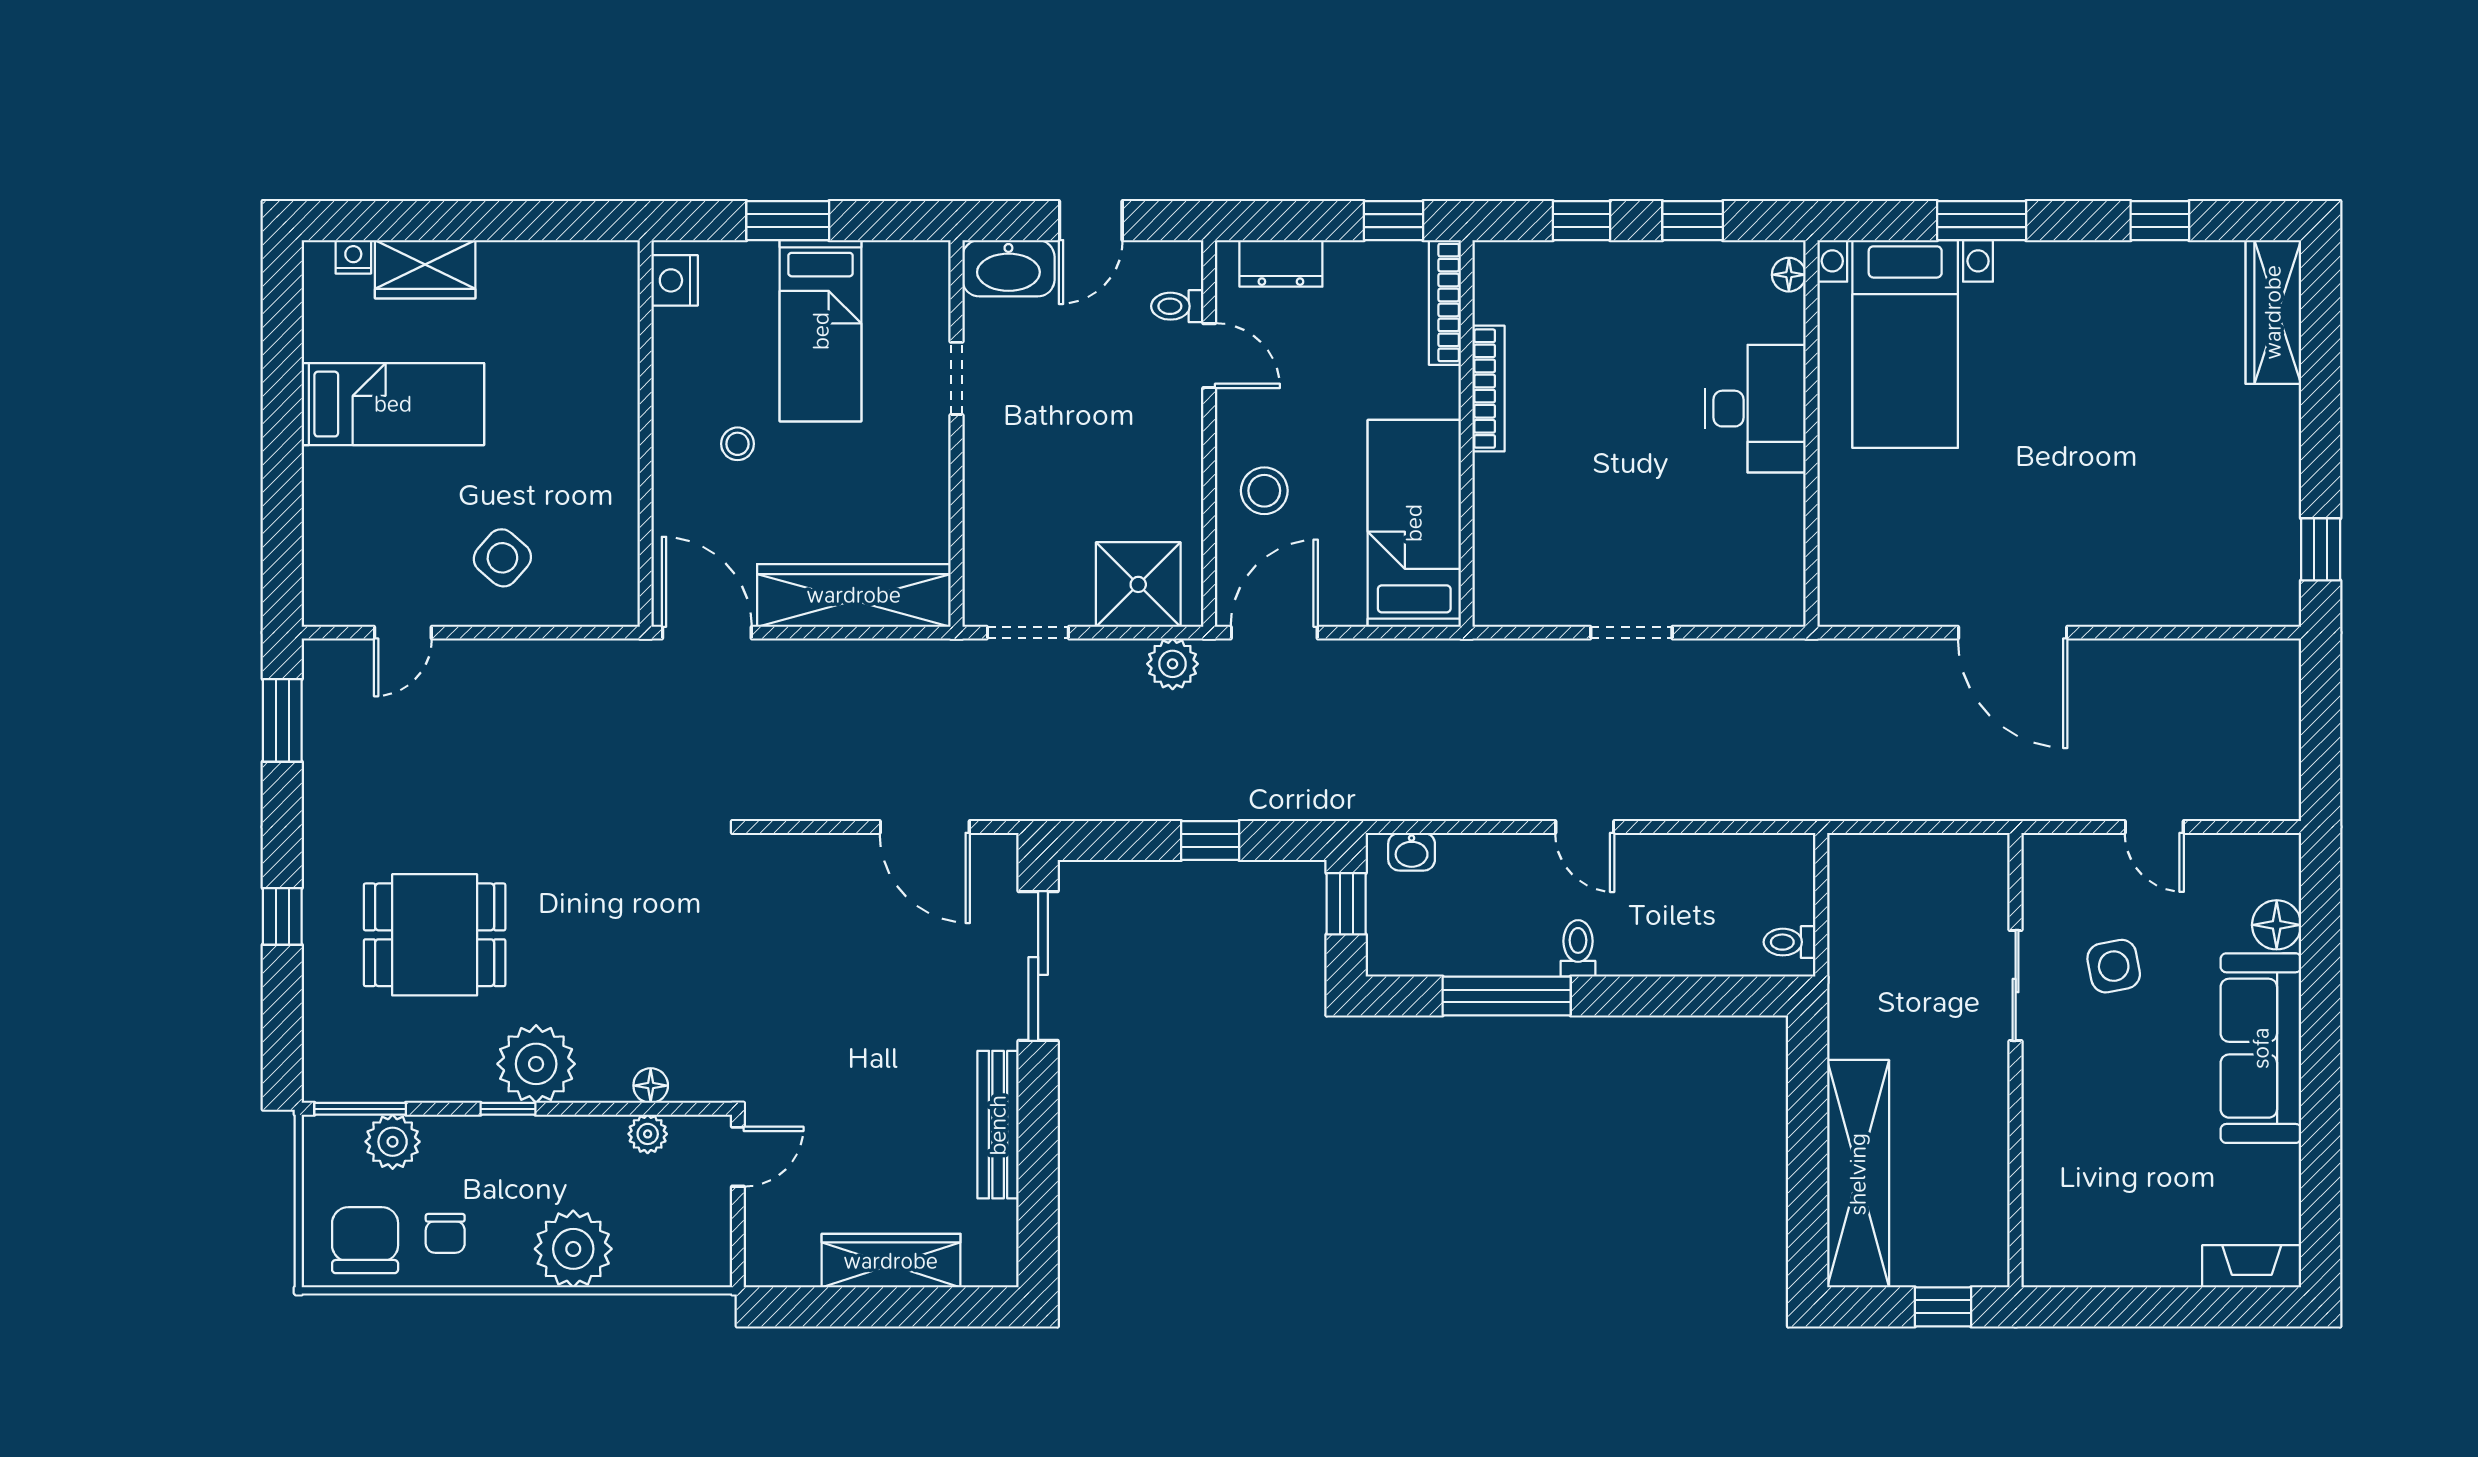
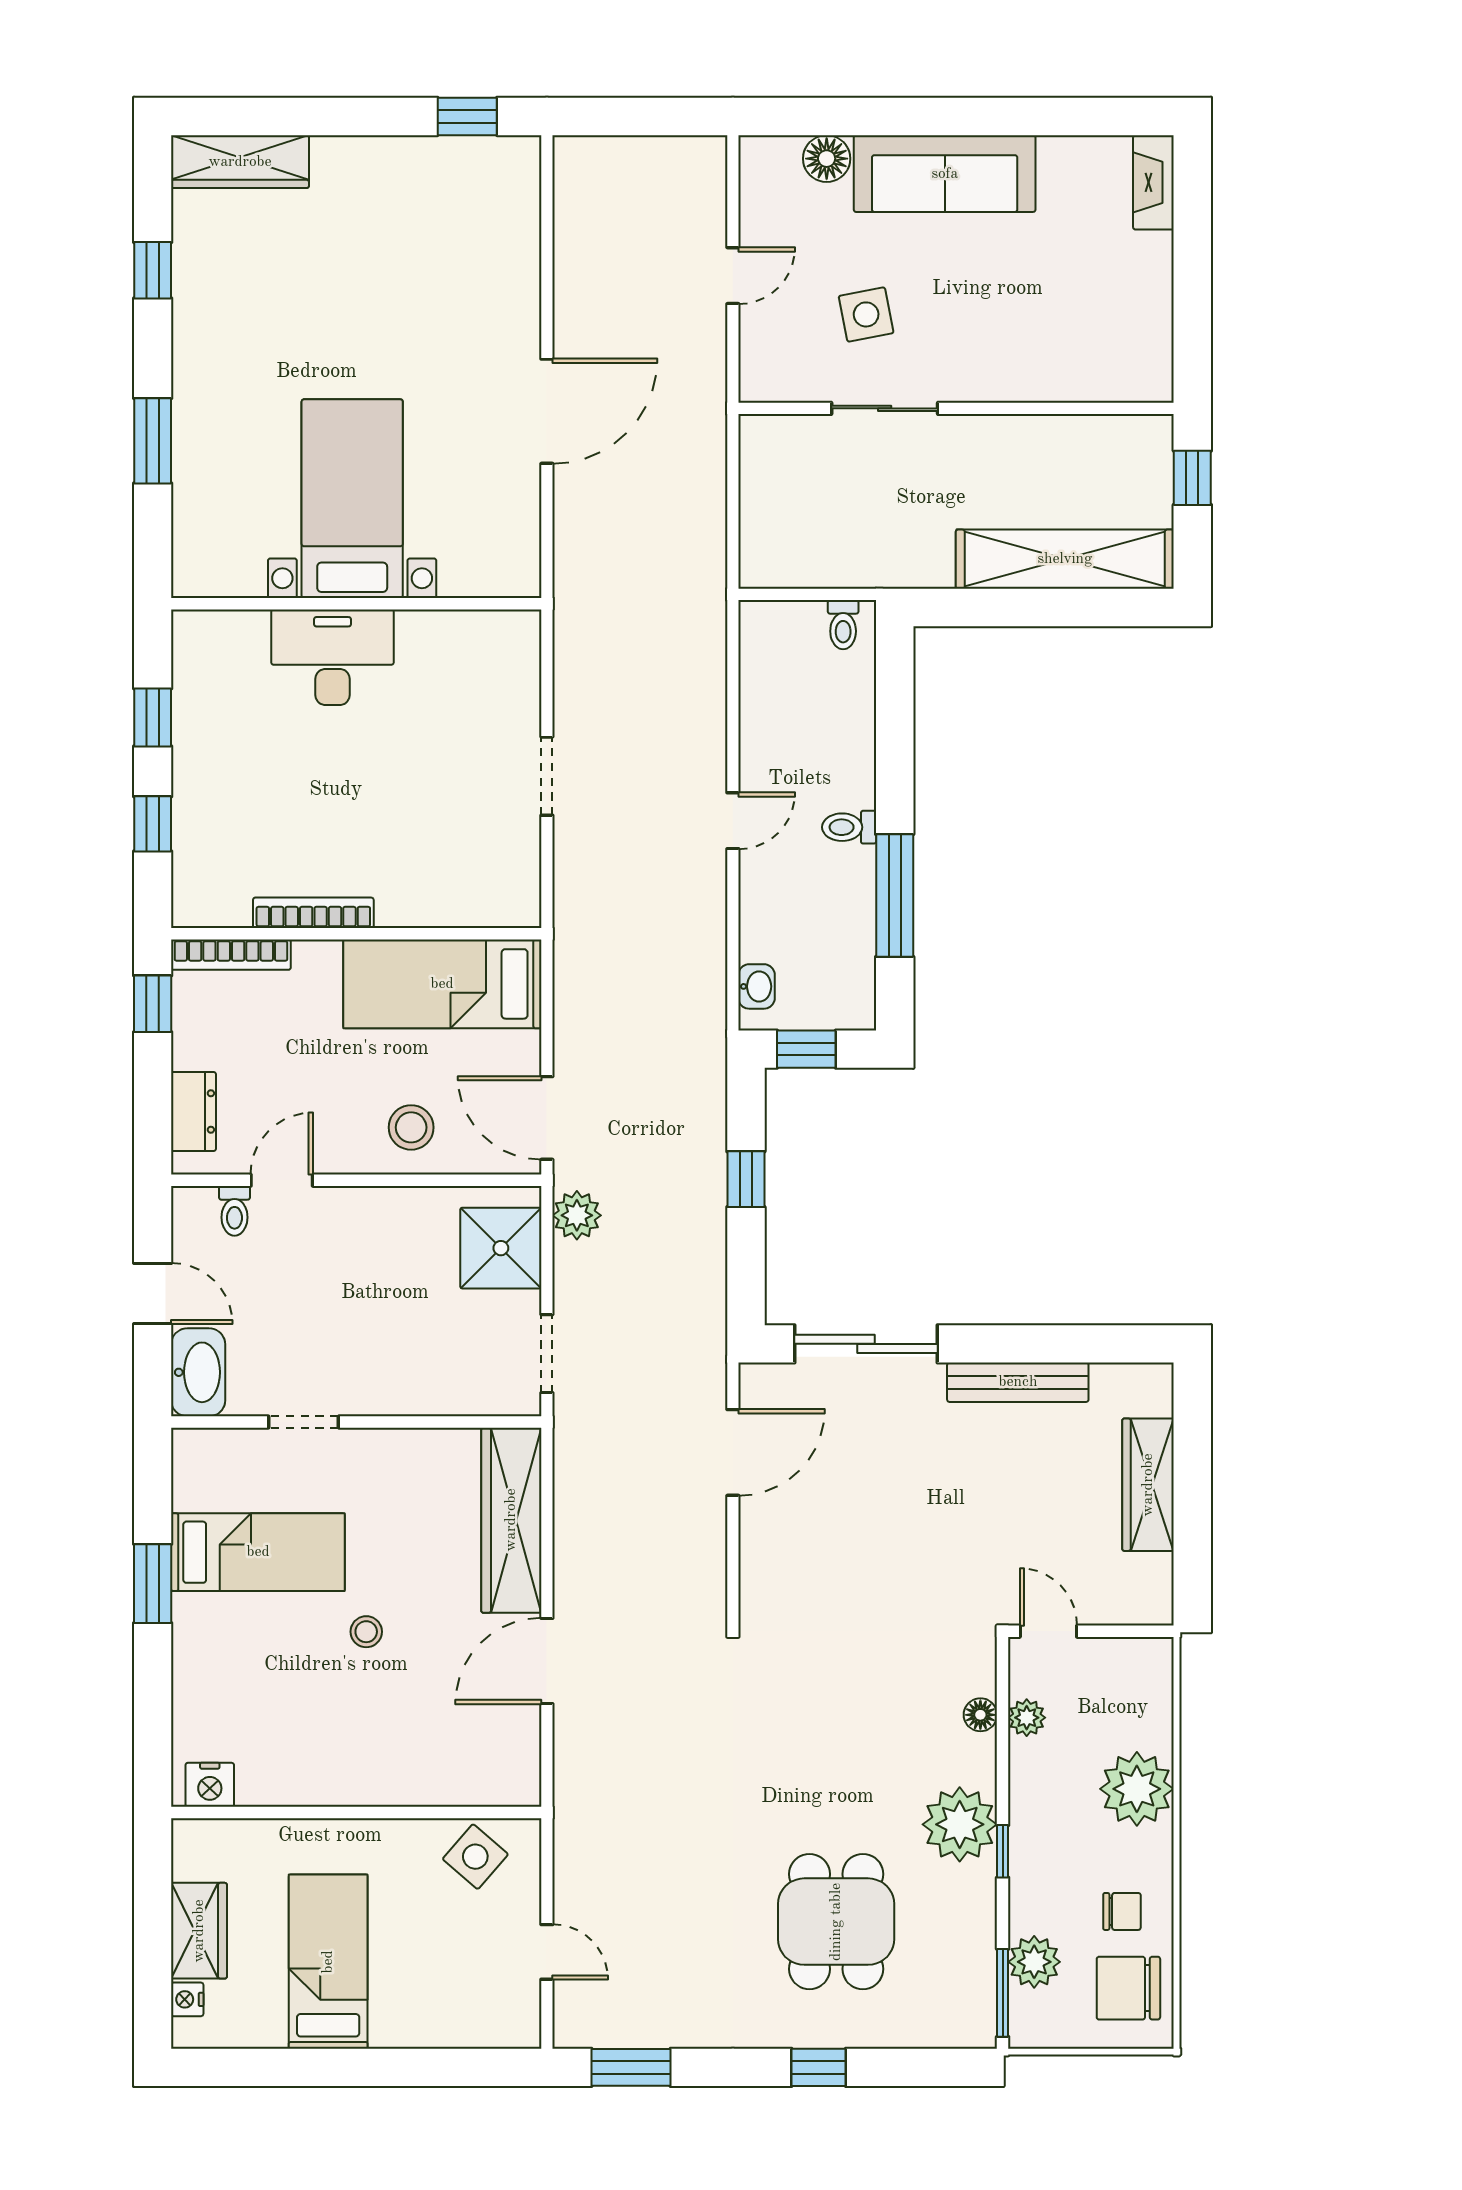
floor lamp: (1789, 275) -> (204, 625), removed
nightstand: (675, 280) -> (210, 1785), moved
bed with nightstands: (1905, 344) -> (352, 499), moved, turned -90
wall: (646, 433) -> (356, 1813), moved

